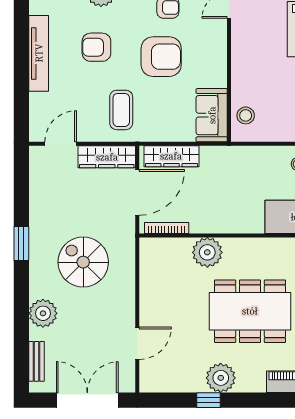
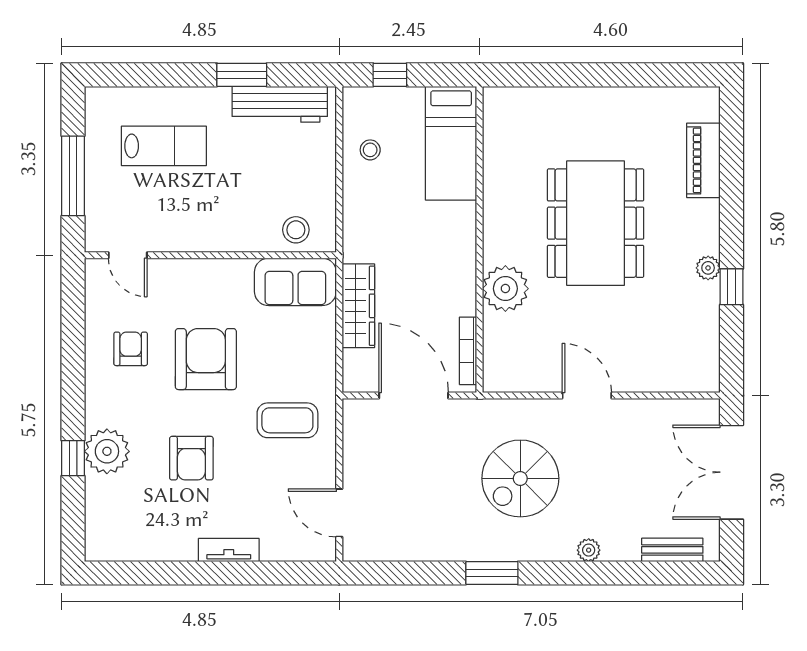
tv unit: (39, 53) -> (229, 550), width x0.52, depth x0.78
wardrobe: (171, 156) -> (358, 306), moved
wardrobe: (107, 157) -> (359, 442), removed
plant: (43, 313) -> (589, 550), width x0.53, depth x0.53
door: (137, 343) -> (587, 396), moved
plant: (221, 378) -> (708, 268), width x0.53, depth x0.53

